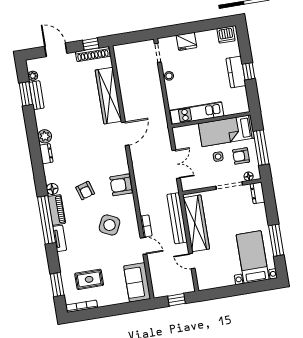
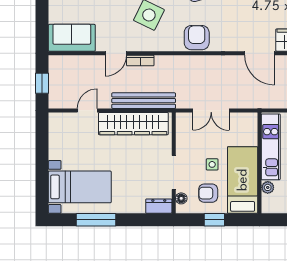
plant: (229, 110) -> (268, 187), added
window: (261, 148) -> (214, 220), width x0.46
armchair: (241, 156) -> (208, 193), turned -90

